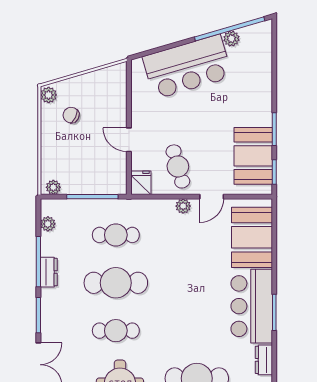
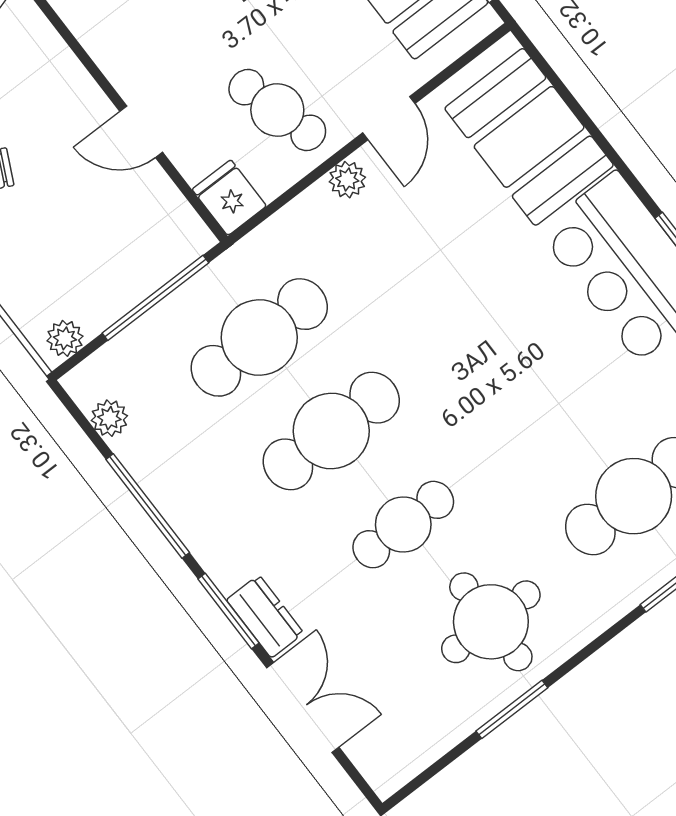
cafe table: (116, 235) -> (259, 337), width x1.37, depth x1.35
dresser: (49, 272) -> (265, 616), moved

